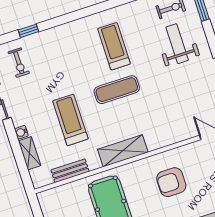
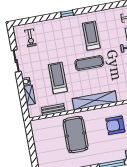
window: (28, 31) -> (67, 14), moved
shelving: (123, 151) -> (95, 100), width x1.47

